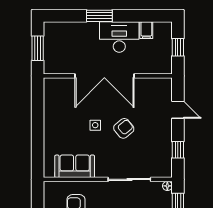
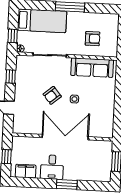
filing cabinet: (146, 30) -> (26, 171), width x2.00
desk: (119, 37) -> (52, 167), width x0.73
sofa: (75, 166) -> (92, 68), width x1.36

